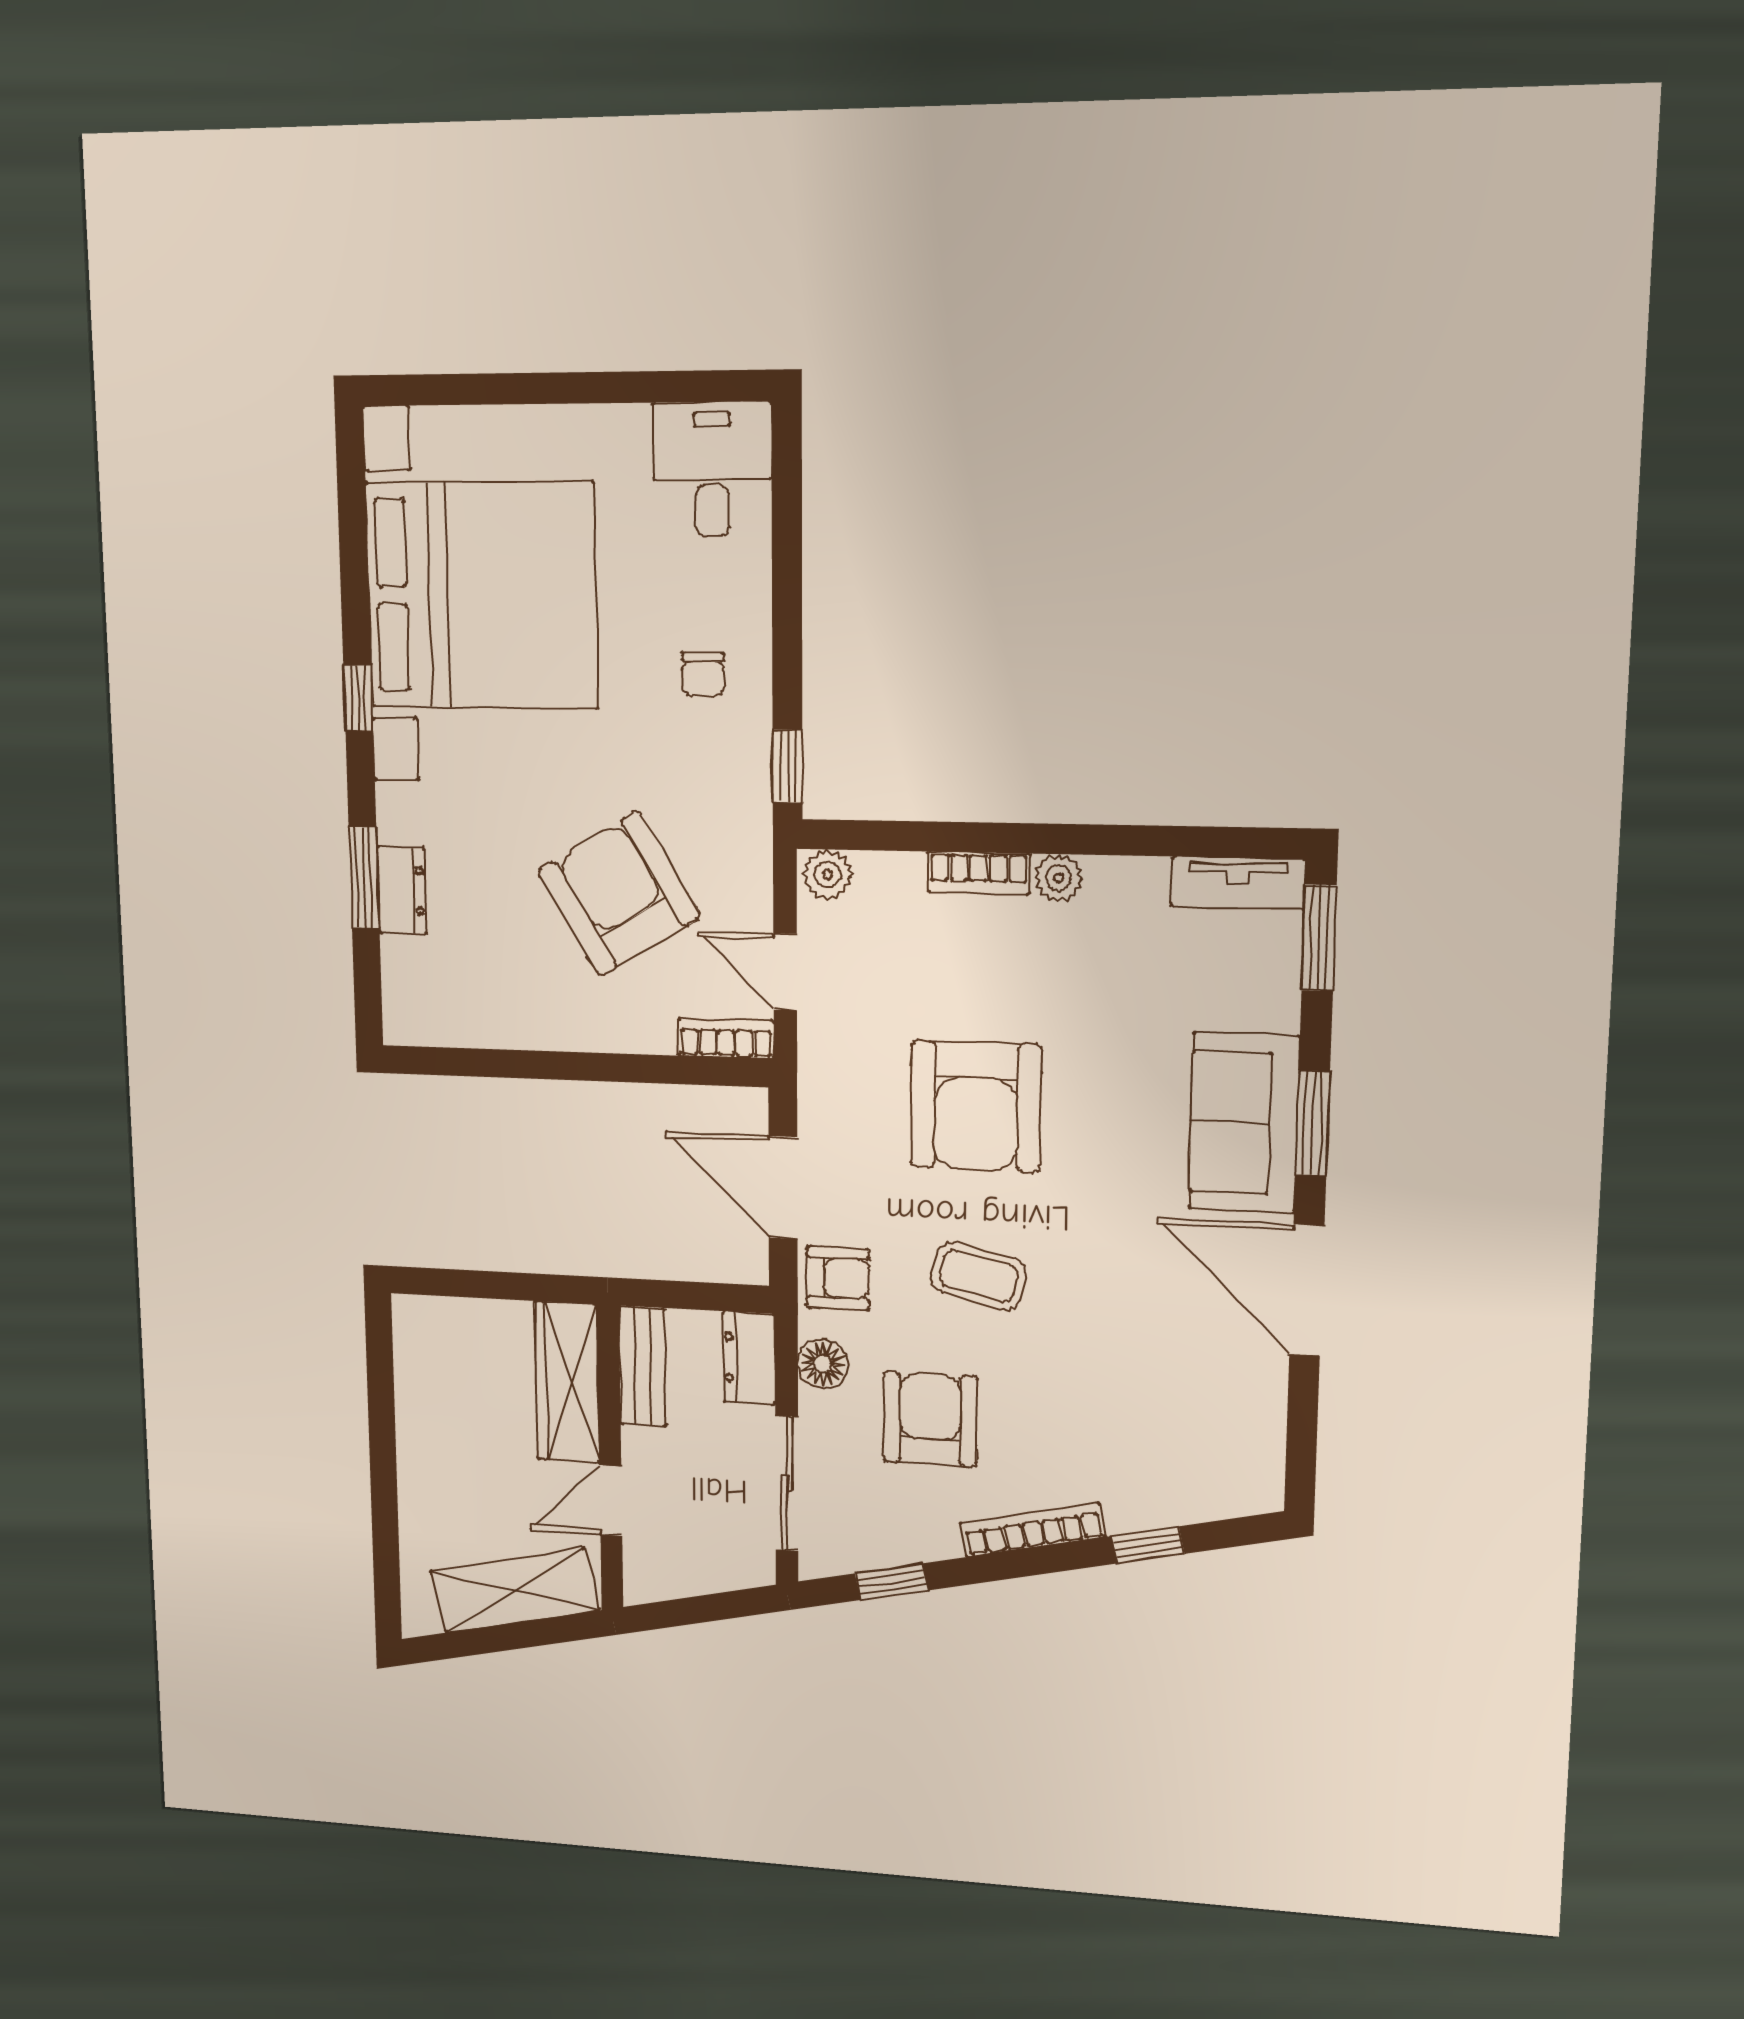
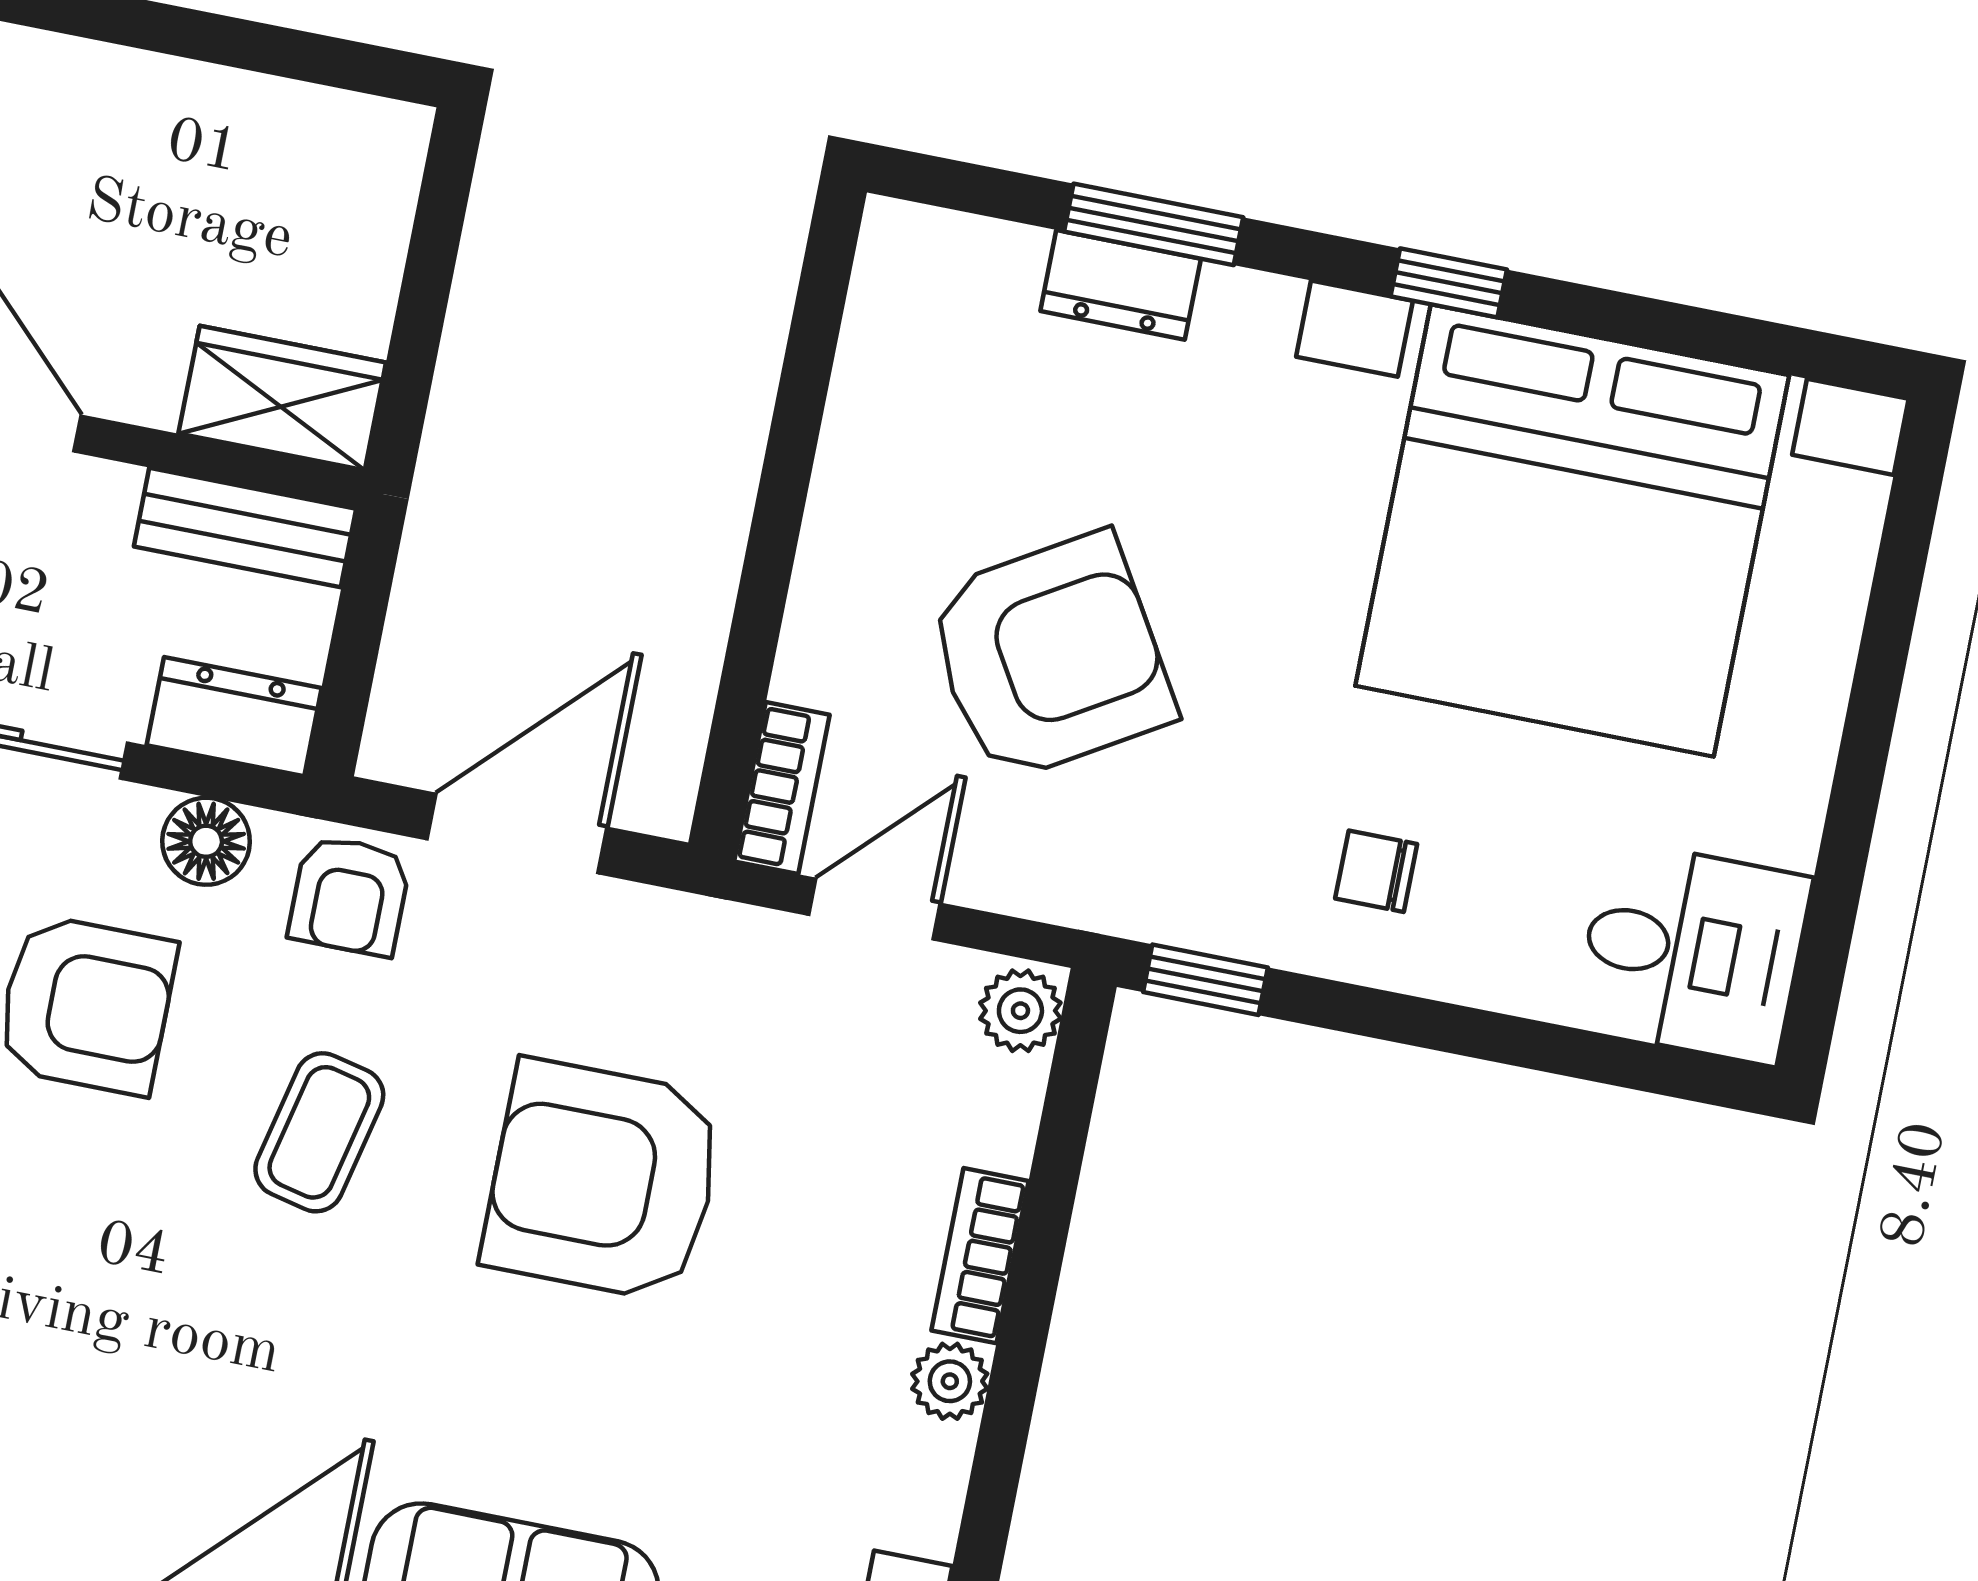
wardrobe: (567, 1382) -> (282, 398), width x0.67

